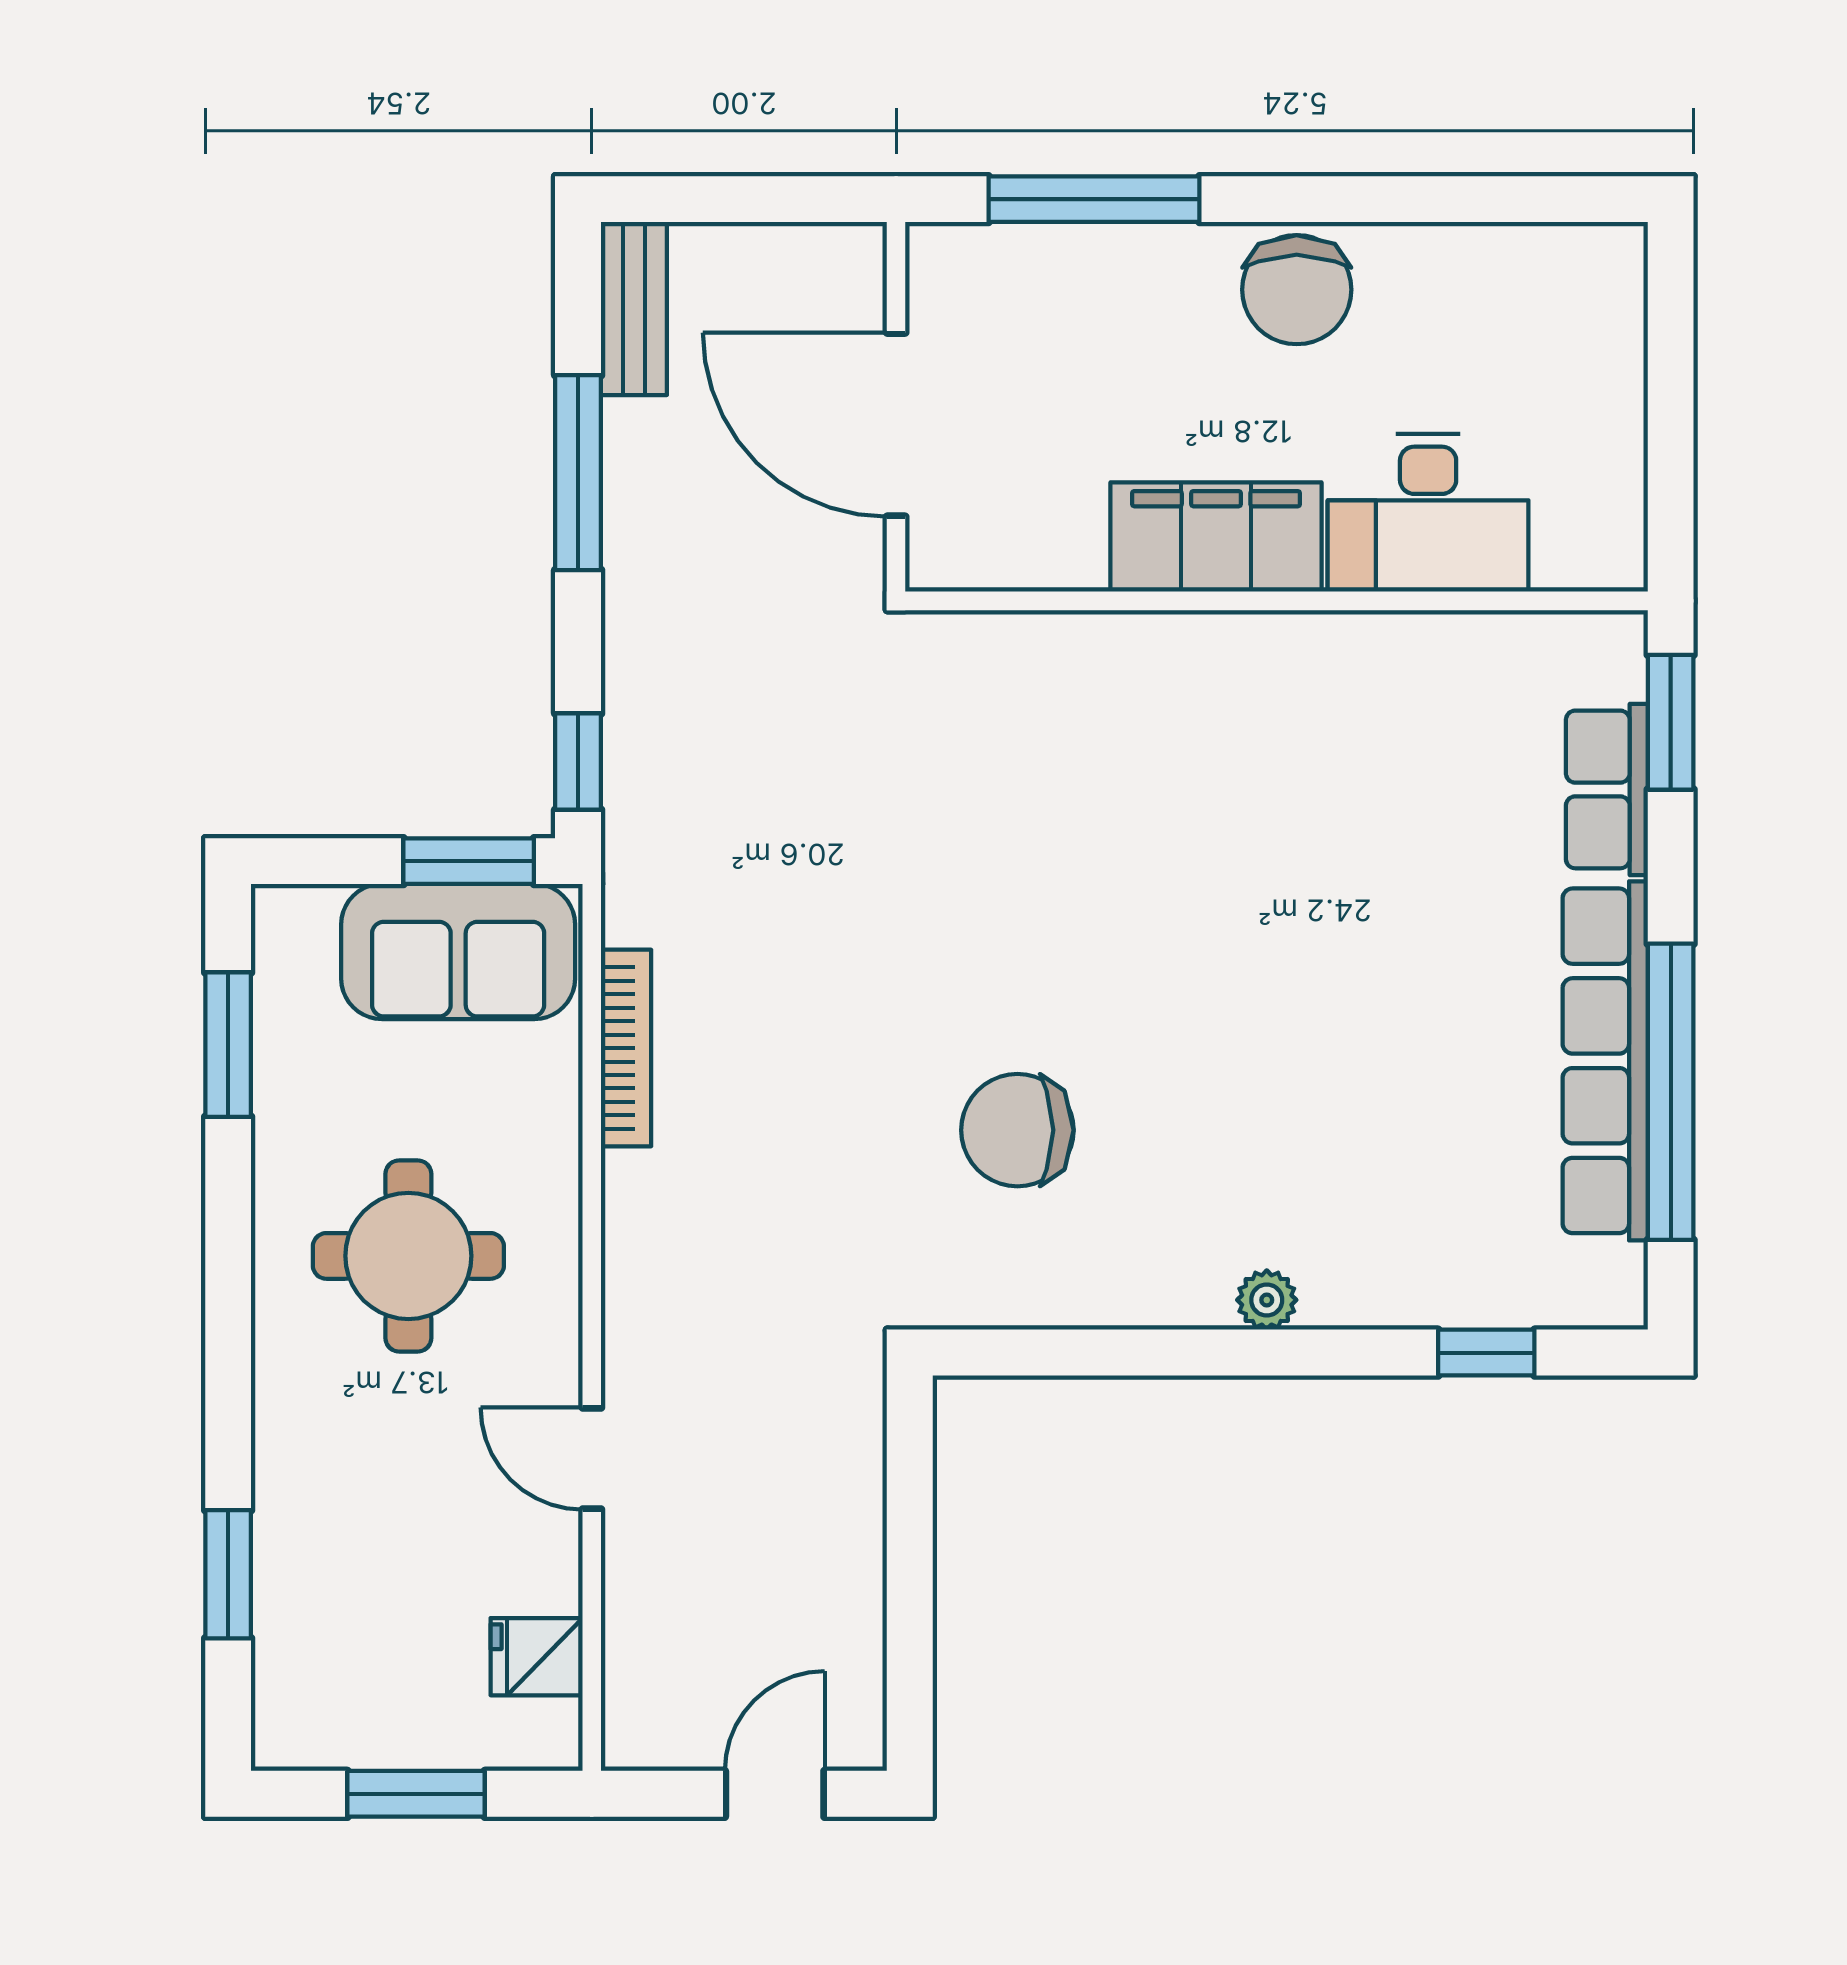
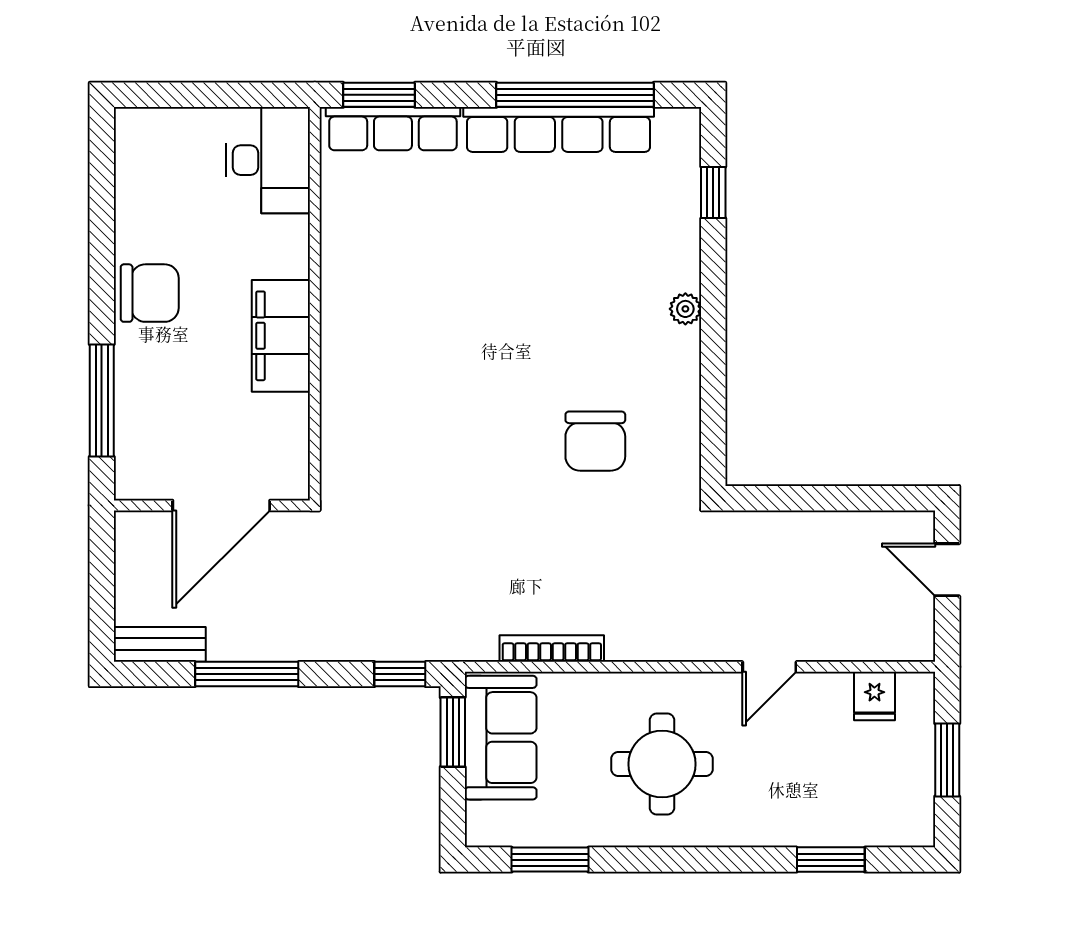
desk: (1428, 513) -> (268, 160), moved
row of seats: (1607, 789) -> (393, 129), width x1.48

